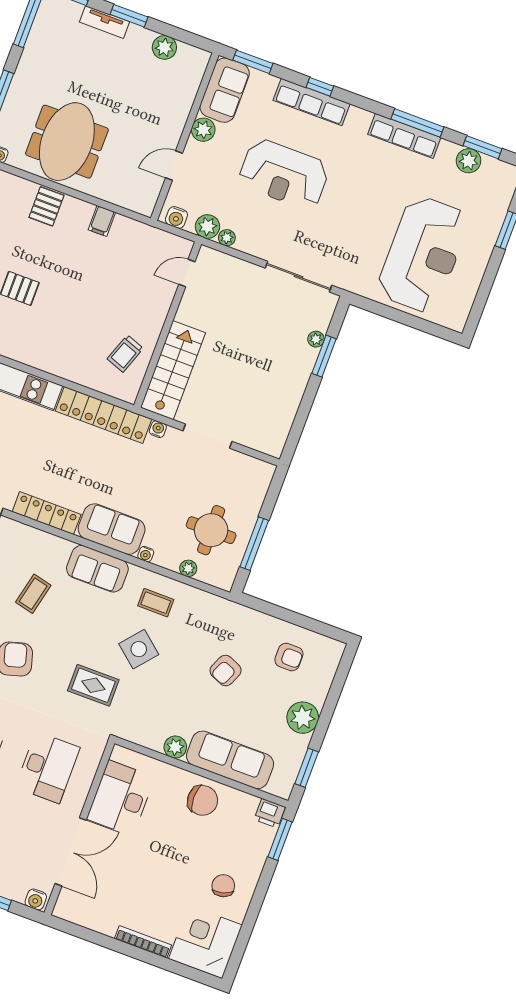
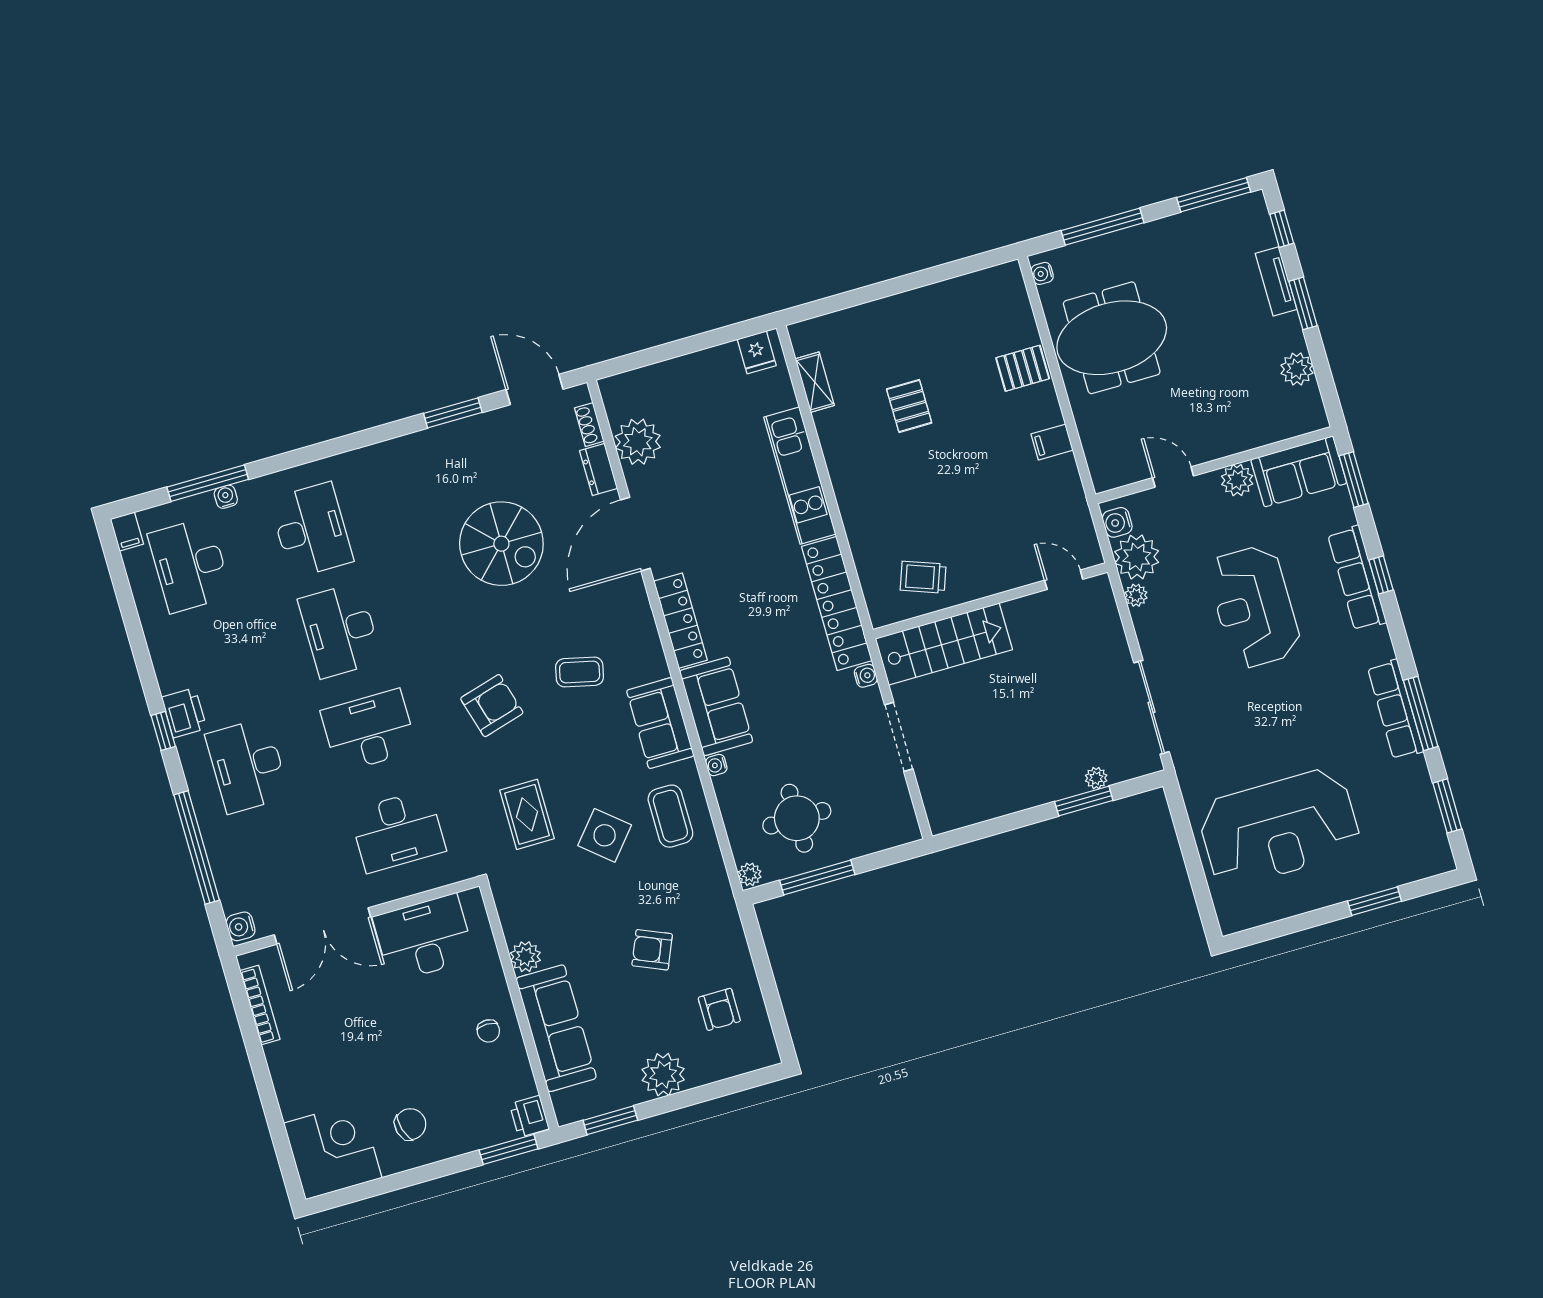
plant: (469, 161) -> (1421, 802), removed
plant: (207, 227) -> (1137, 557), width x1.36, depth x1.36
plant: (188, 568) -> (750, 874), moved
coffee table: (156, 603) -> (670, 816), width x1.36, depth x1.30
chair: (203, 800) -> (488, 1031), width x0.54, depth x0.54
bookcase: (143, 942) -> (260, 1005), moved

